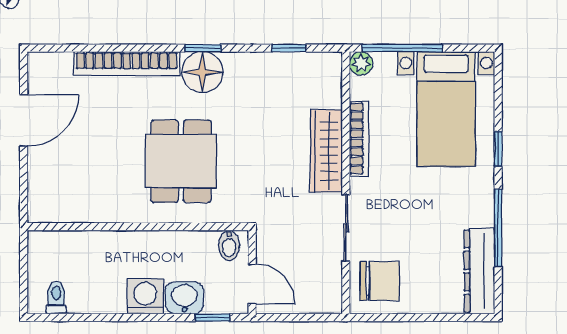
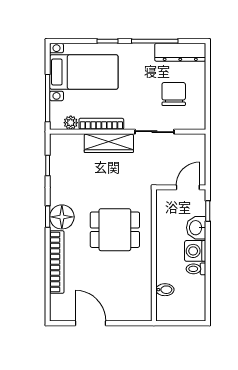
plant: (361, 63) -> (71, 123), moved
bidet: (229, 245) -> (165, 290), moved
chair: (379, 281) -> (174, 94), moved
toilet: (56, 298) -> (196, 269), moved

